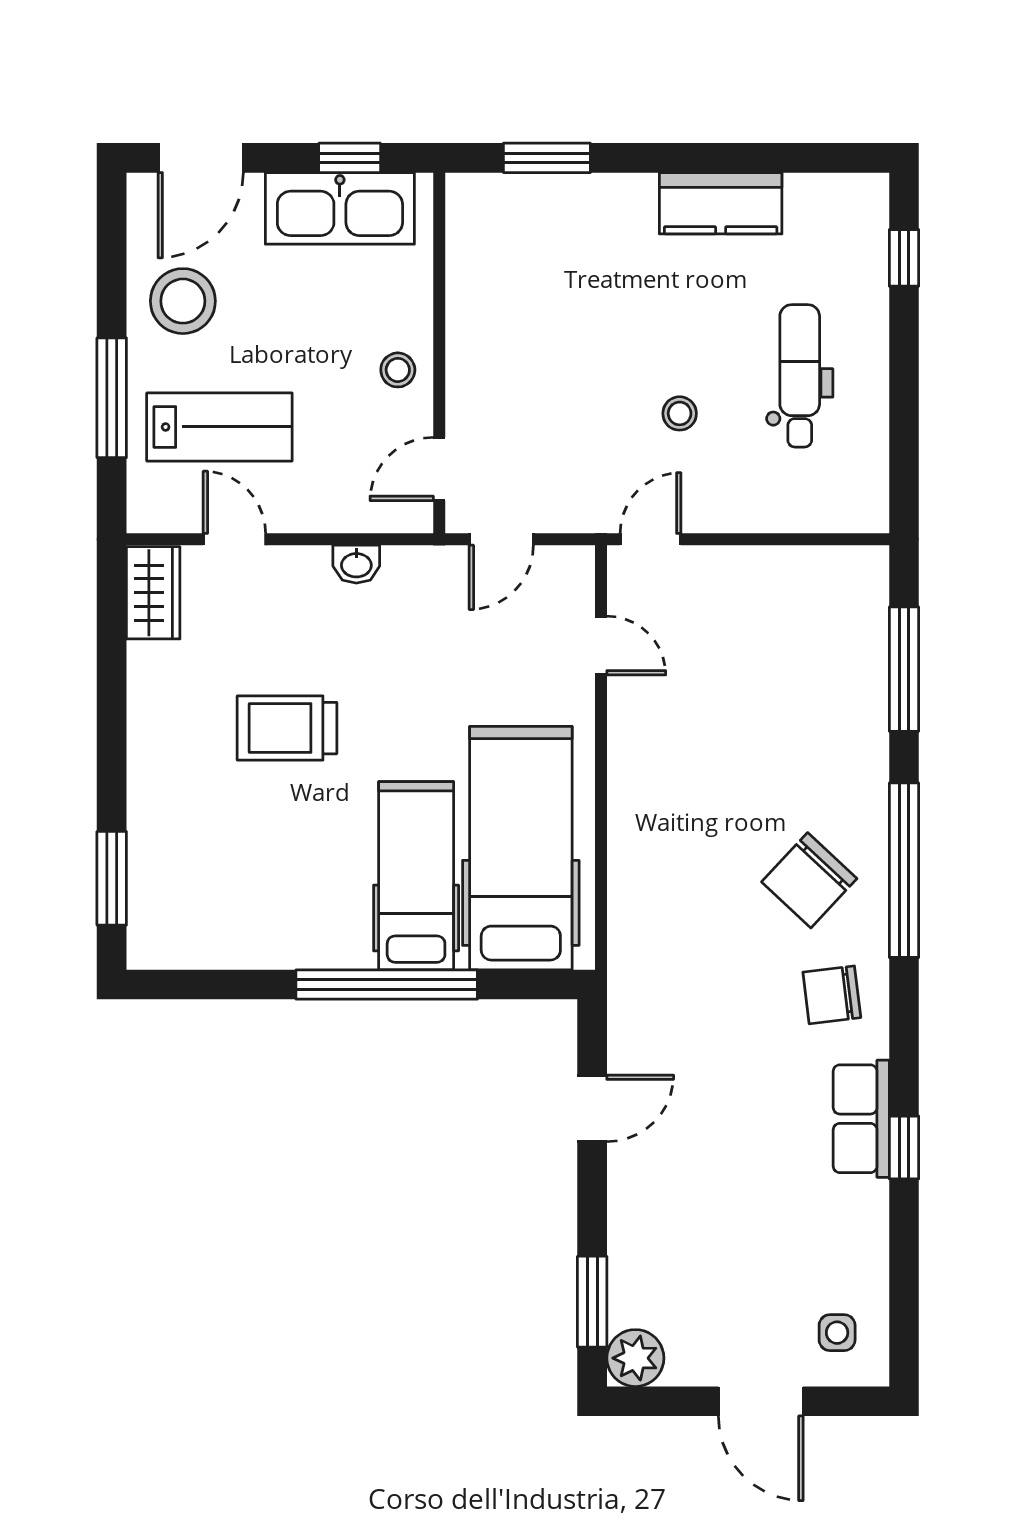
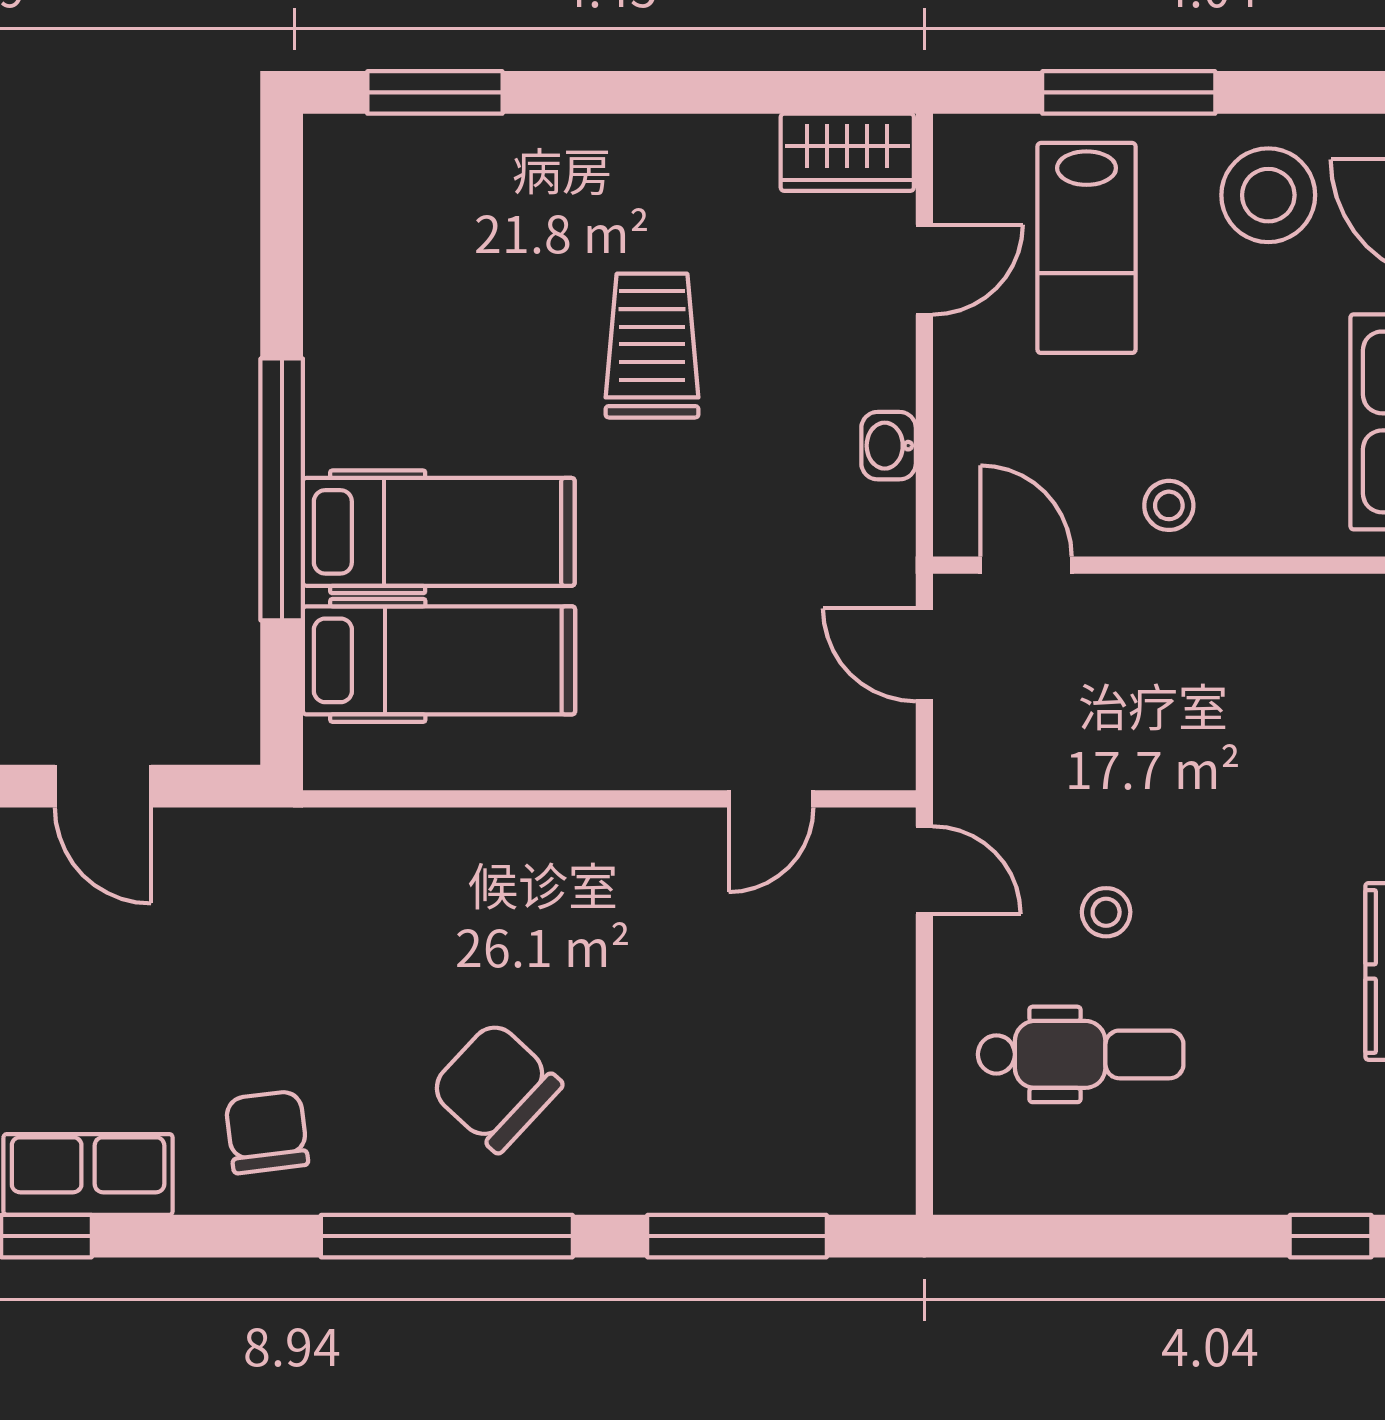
dental chair: (800, 376) -> (1081, 1054), moved
hospital bed: (521, 848) -> (439, 660), width x0.73, depth x0.78
chair: (809, 880) -> (496, 1087), moved

